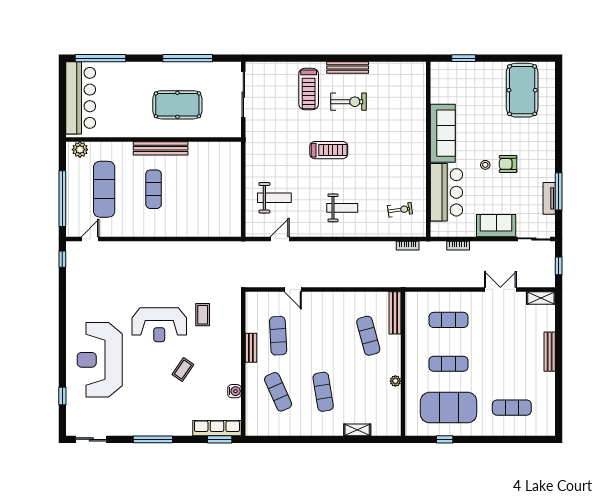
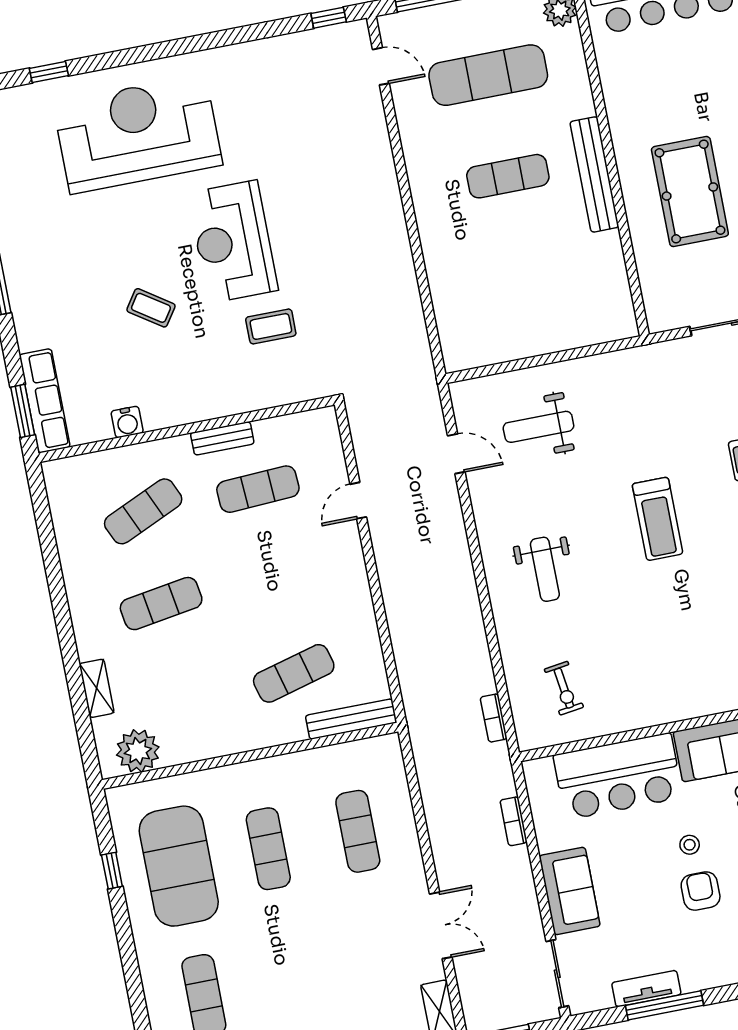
weight bench: (274, 198) -> (538, 427), turned 90
plant: (395, 381) -> (138, 751), moved, width x1.87, depth x1.87

